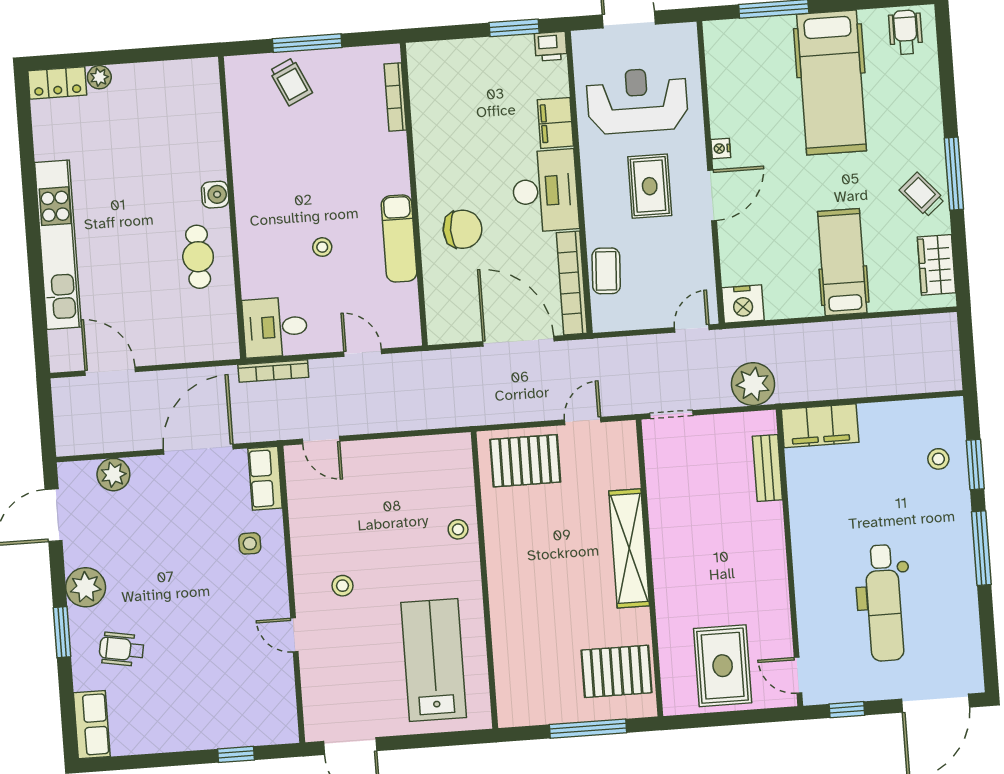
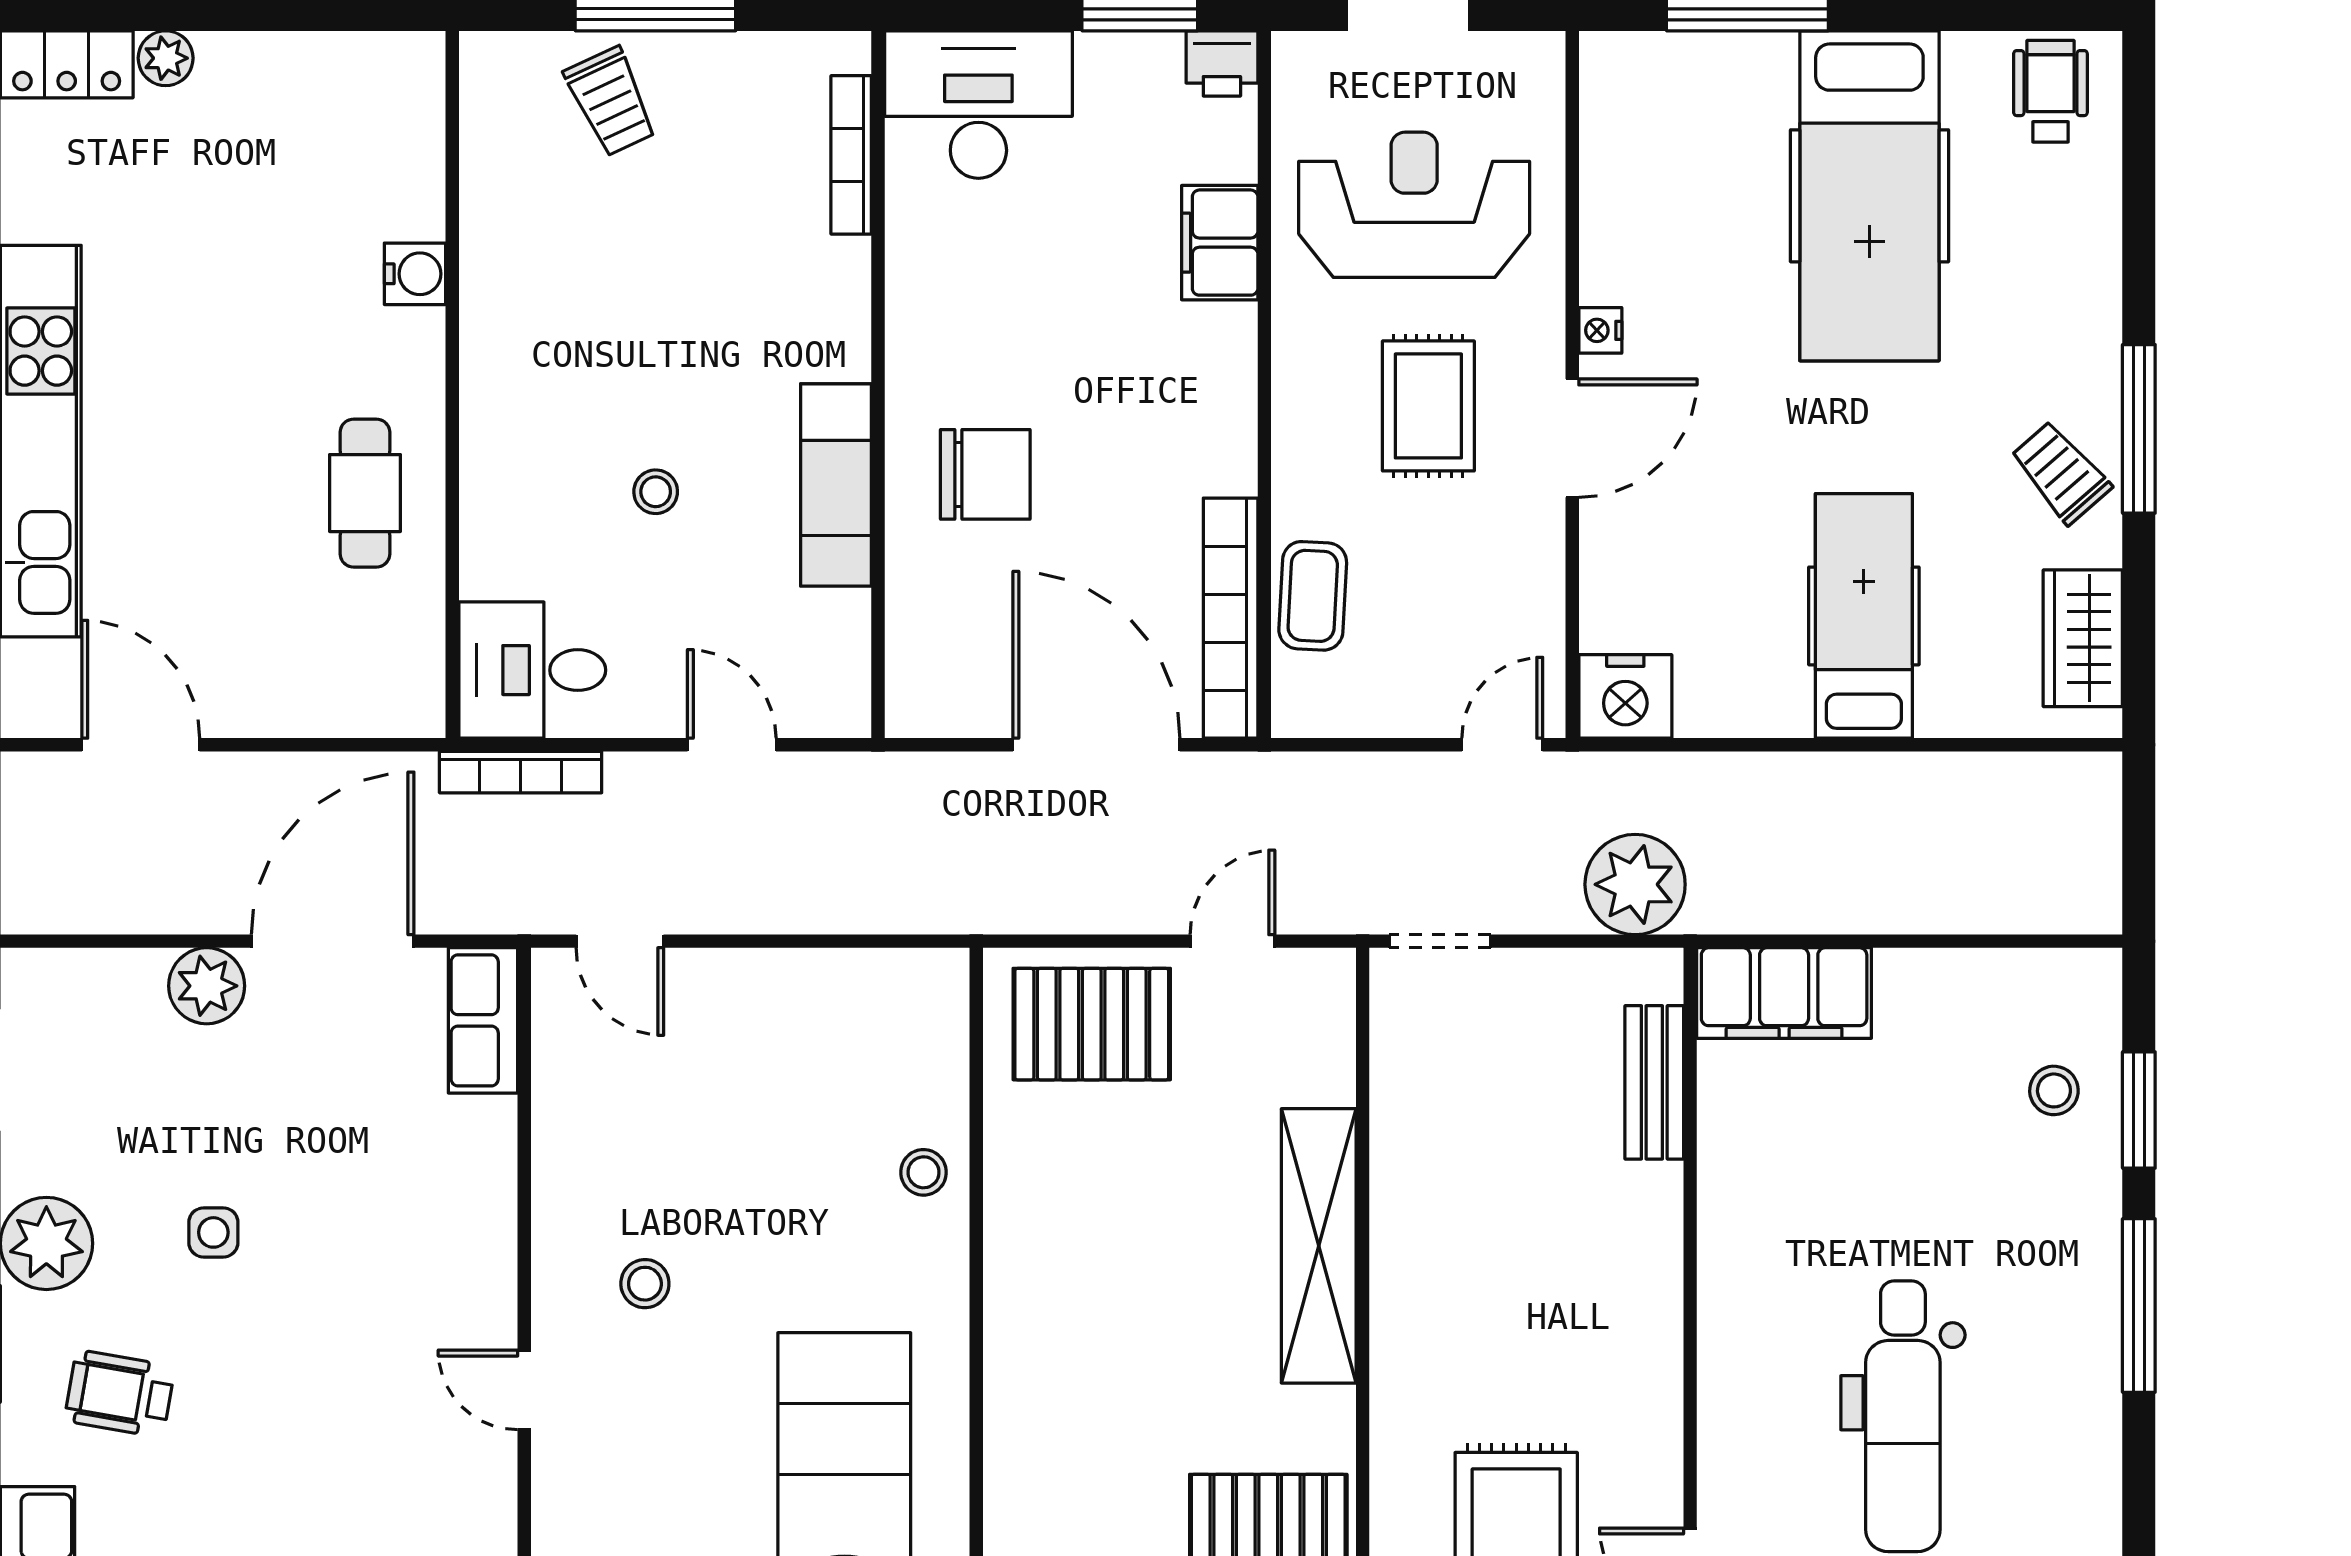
desk: (545, 191) -> (978, 105), moved, turned -90
water cooler: (215, 195) -> (415, 274), moved
plant: (113, 475) -> (207, 986), moved
side table: (250, 543) -> (213, 1232), moved

